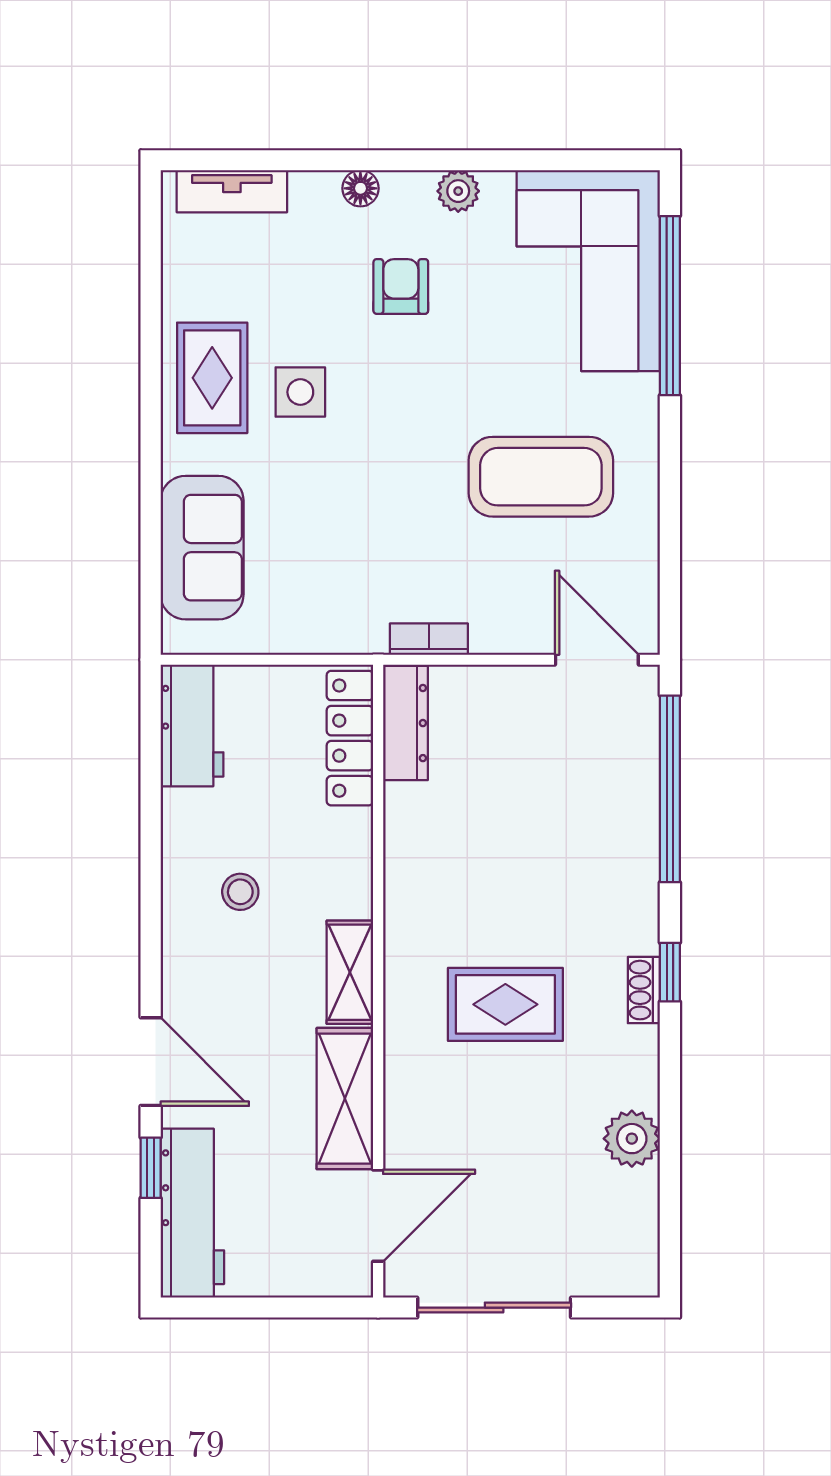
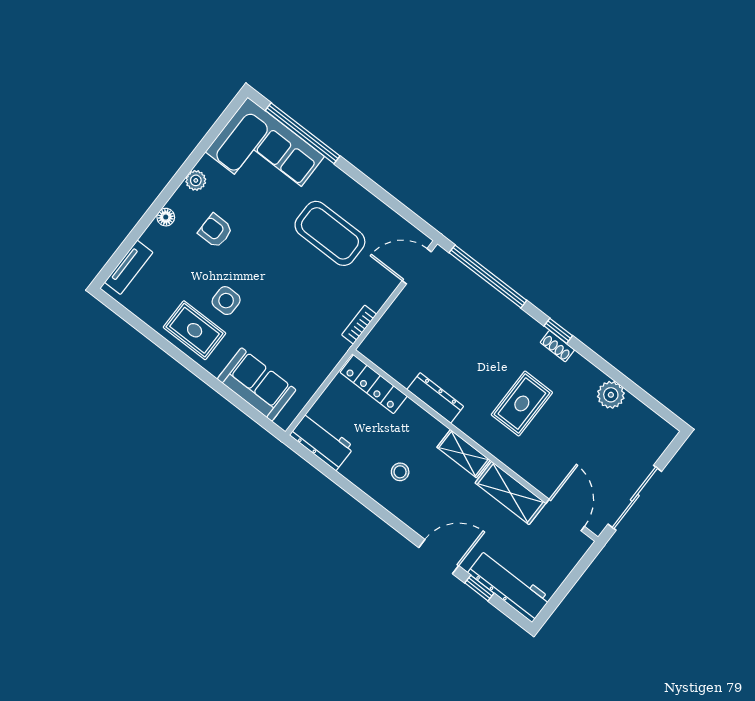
coffee table: (541, 477) -> (330, 233), turned 90
dresser: (405, 723) -> (435, 398), moved

